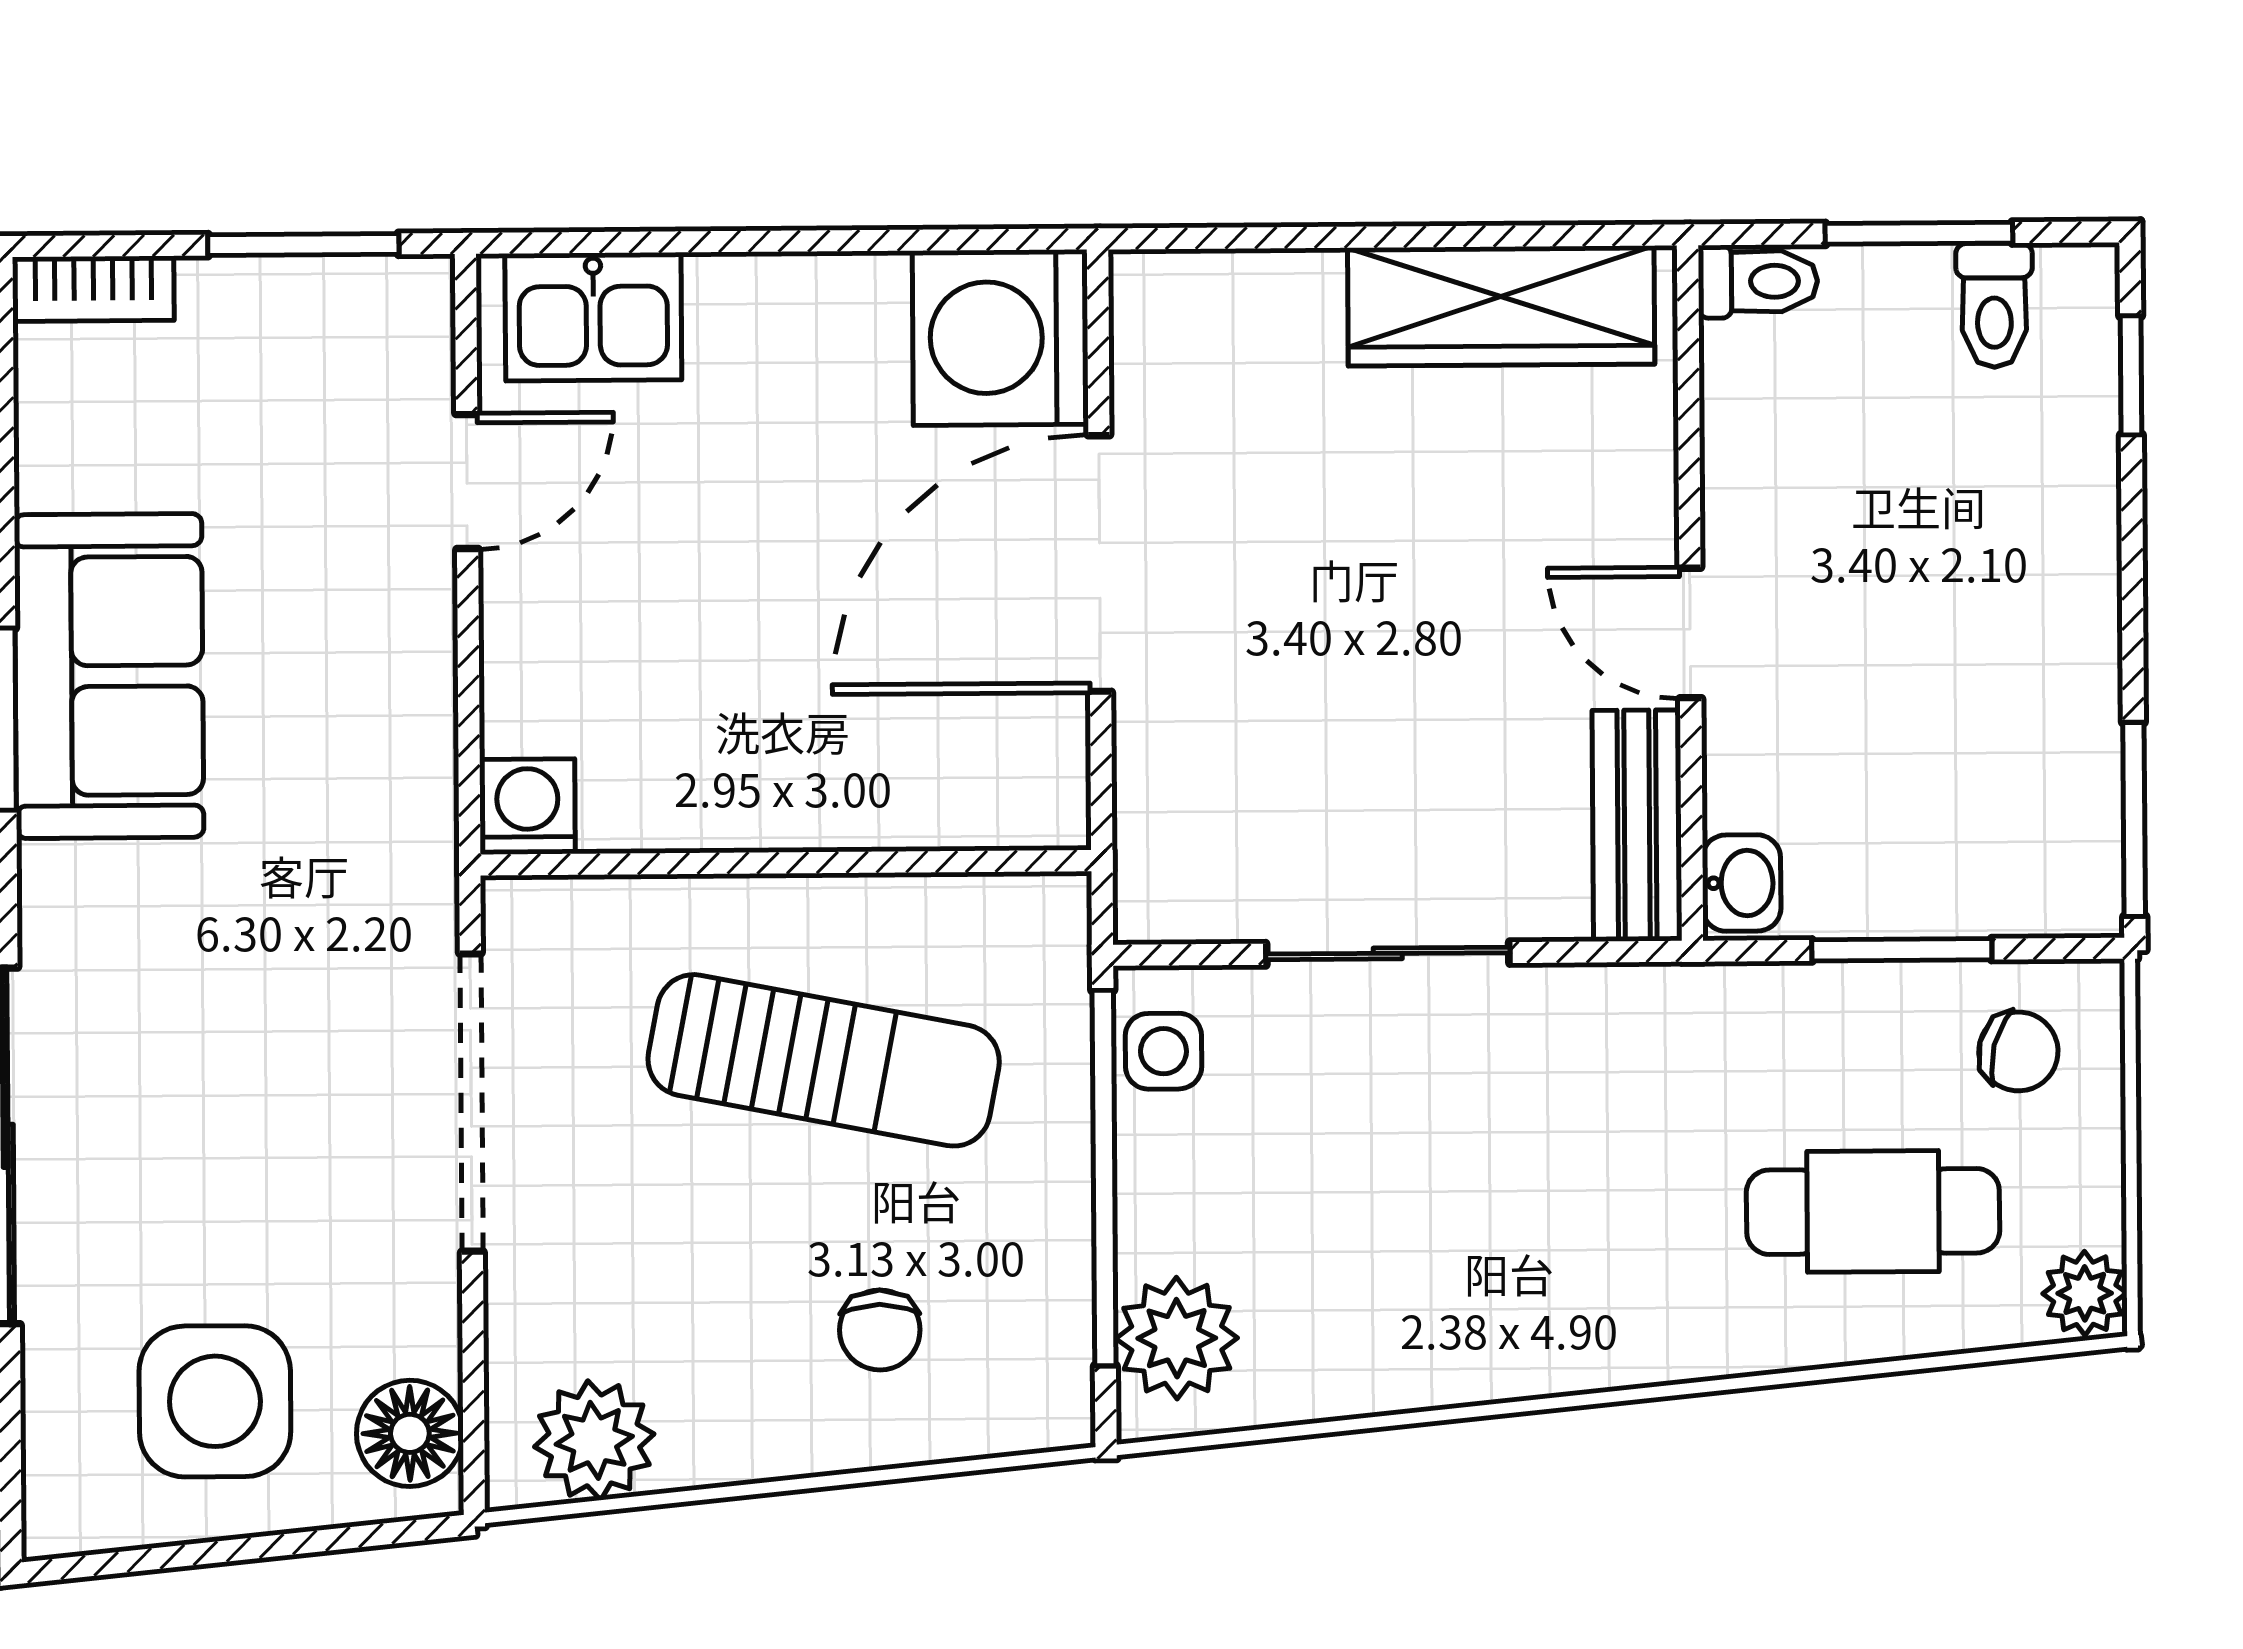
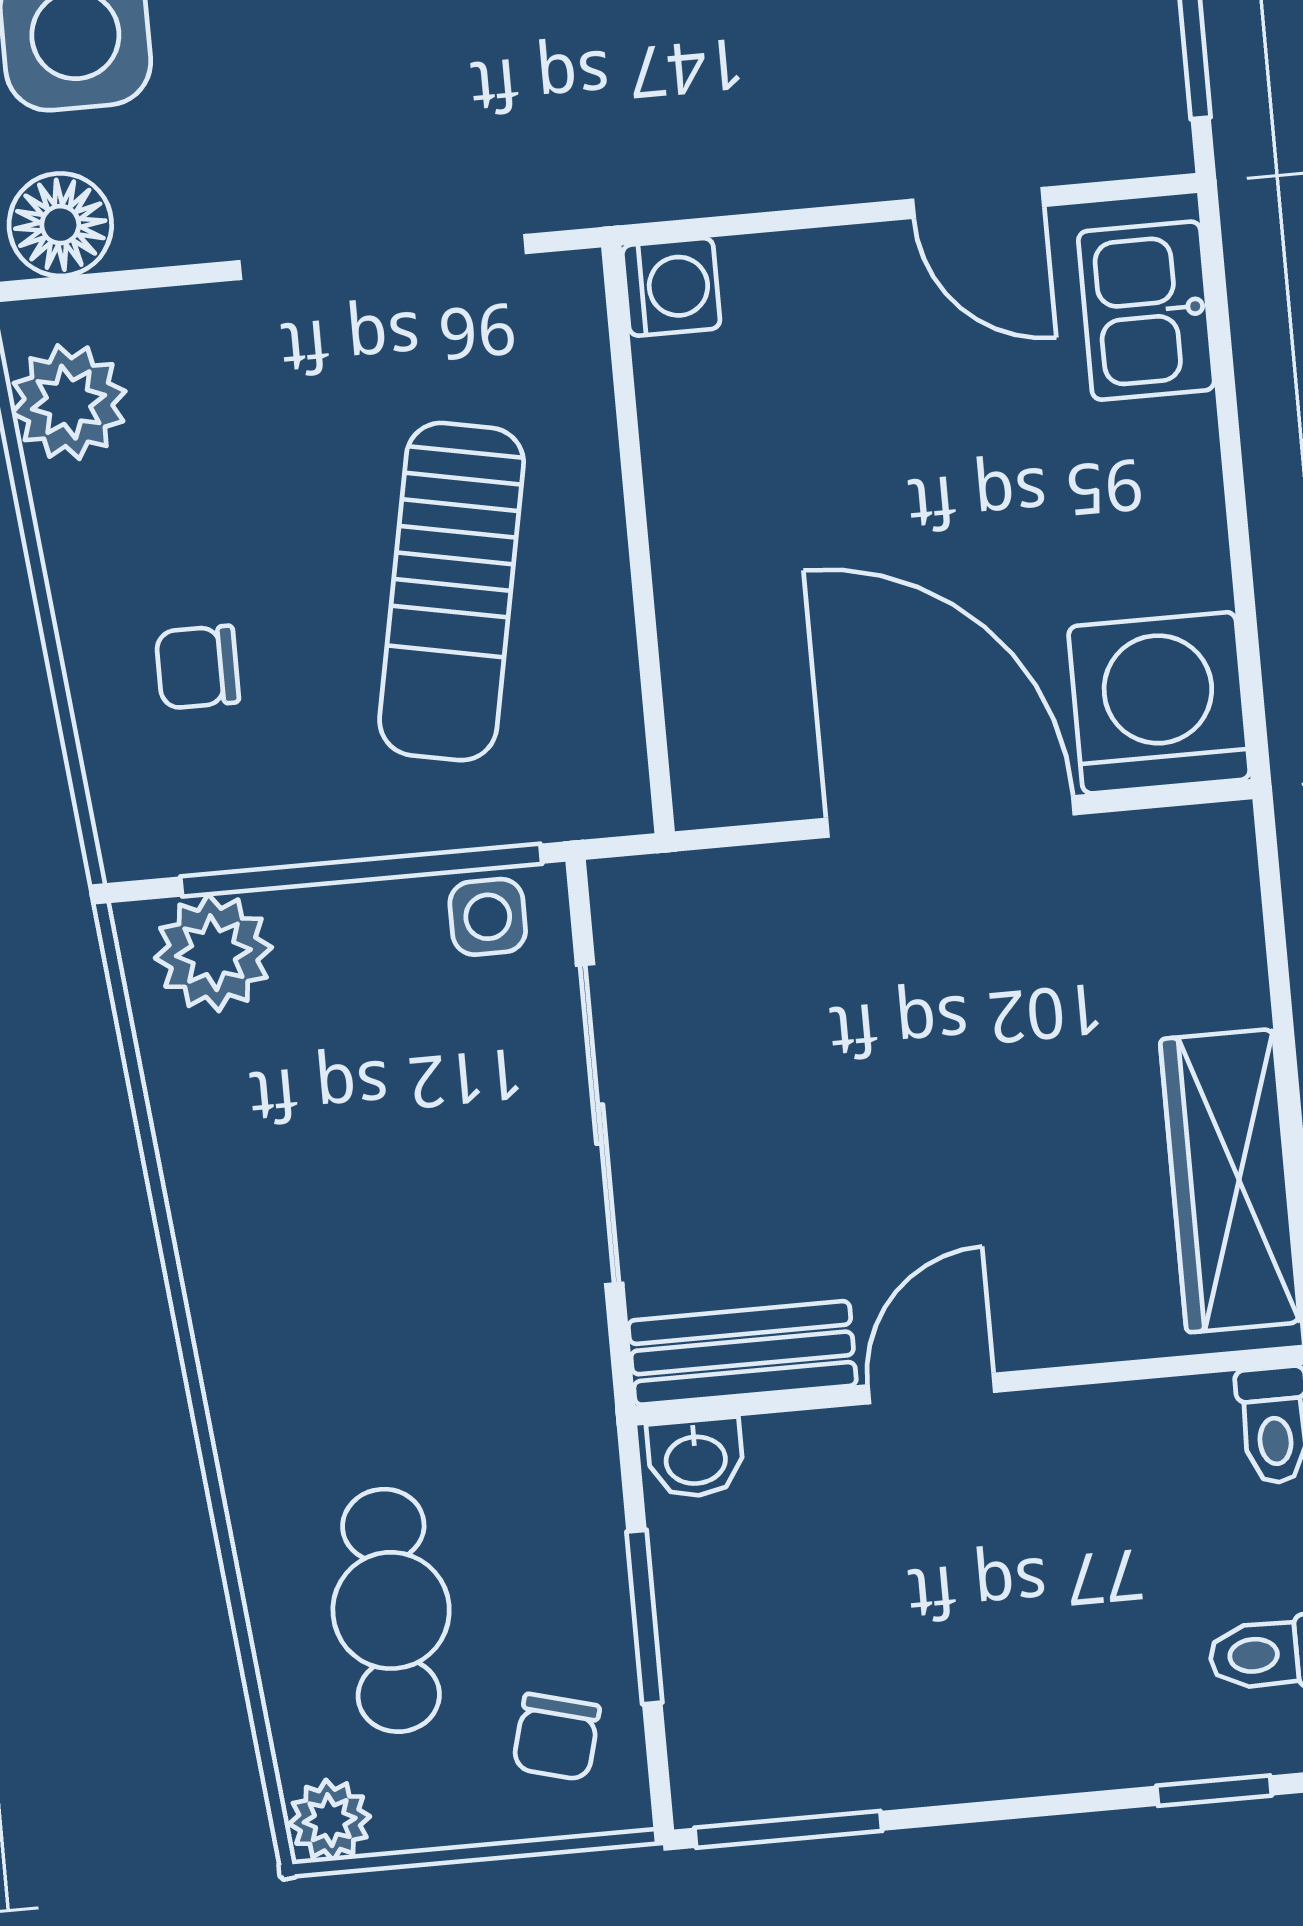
sliding door: (1388, 953) -> (600, 1124), width x1.37

